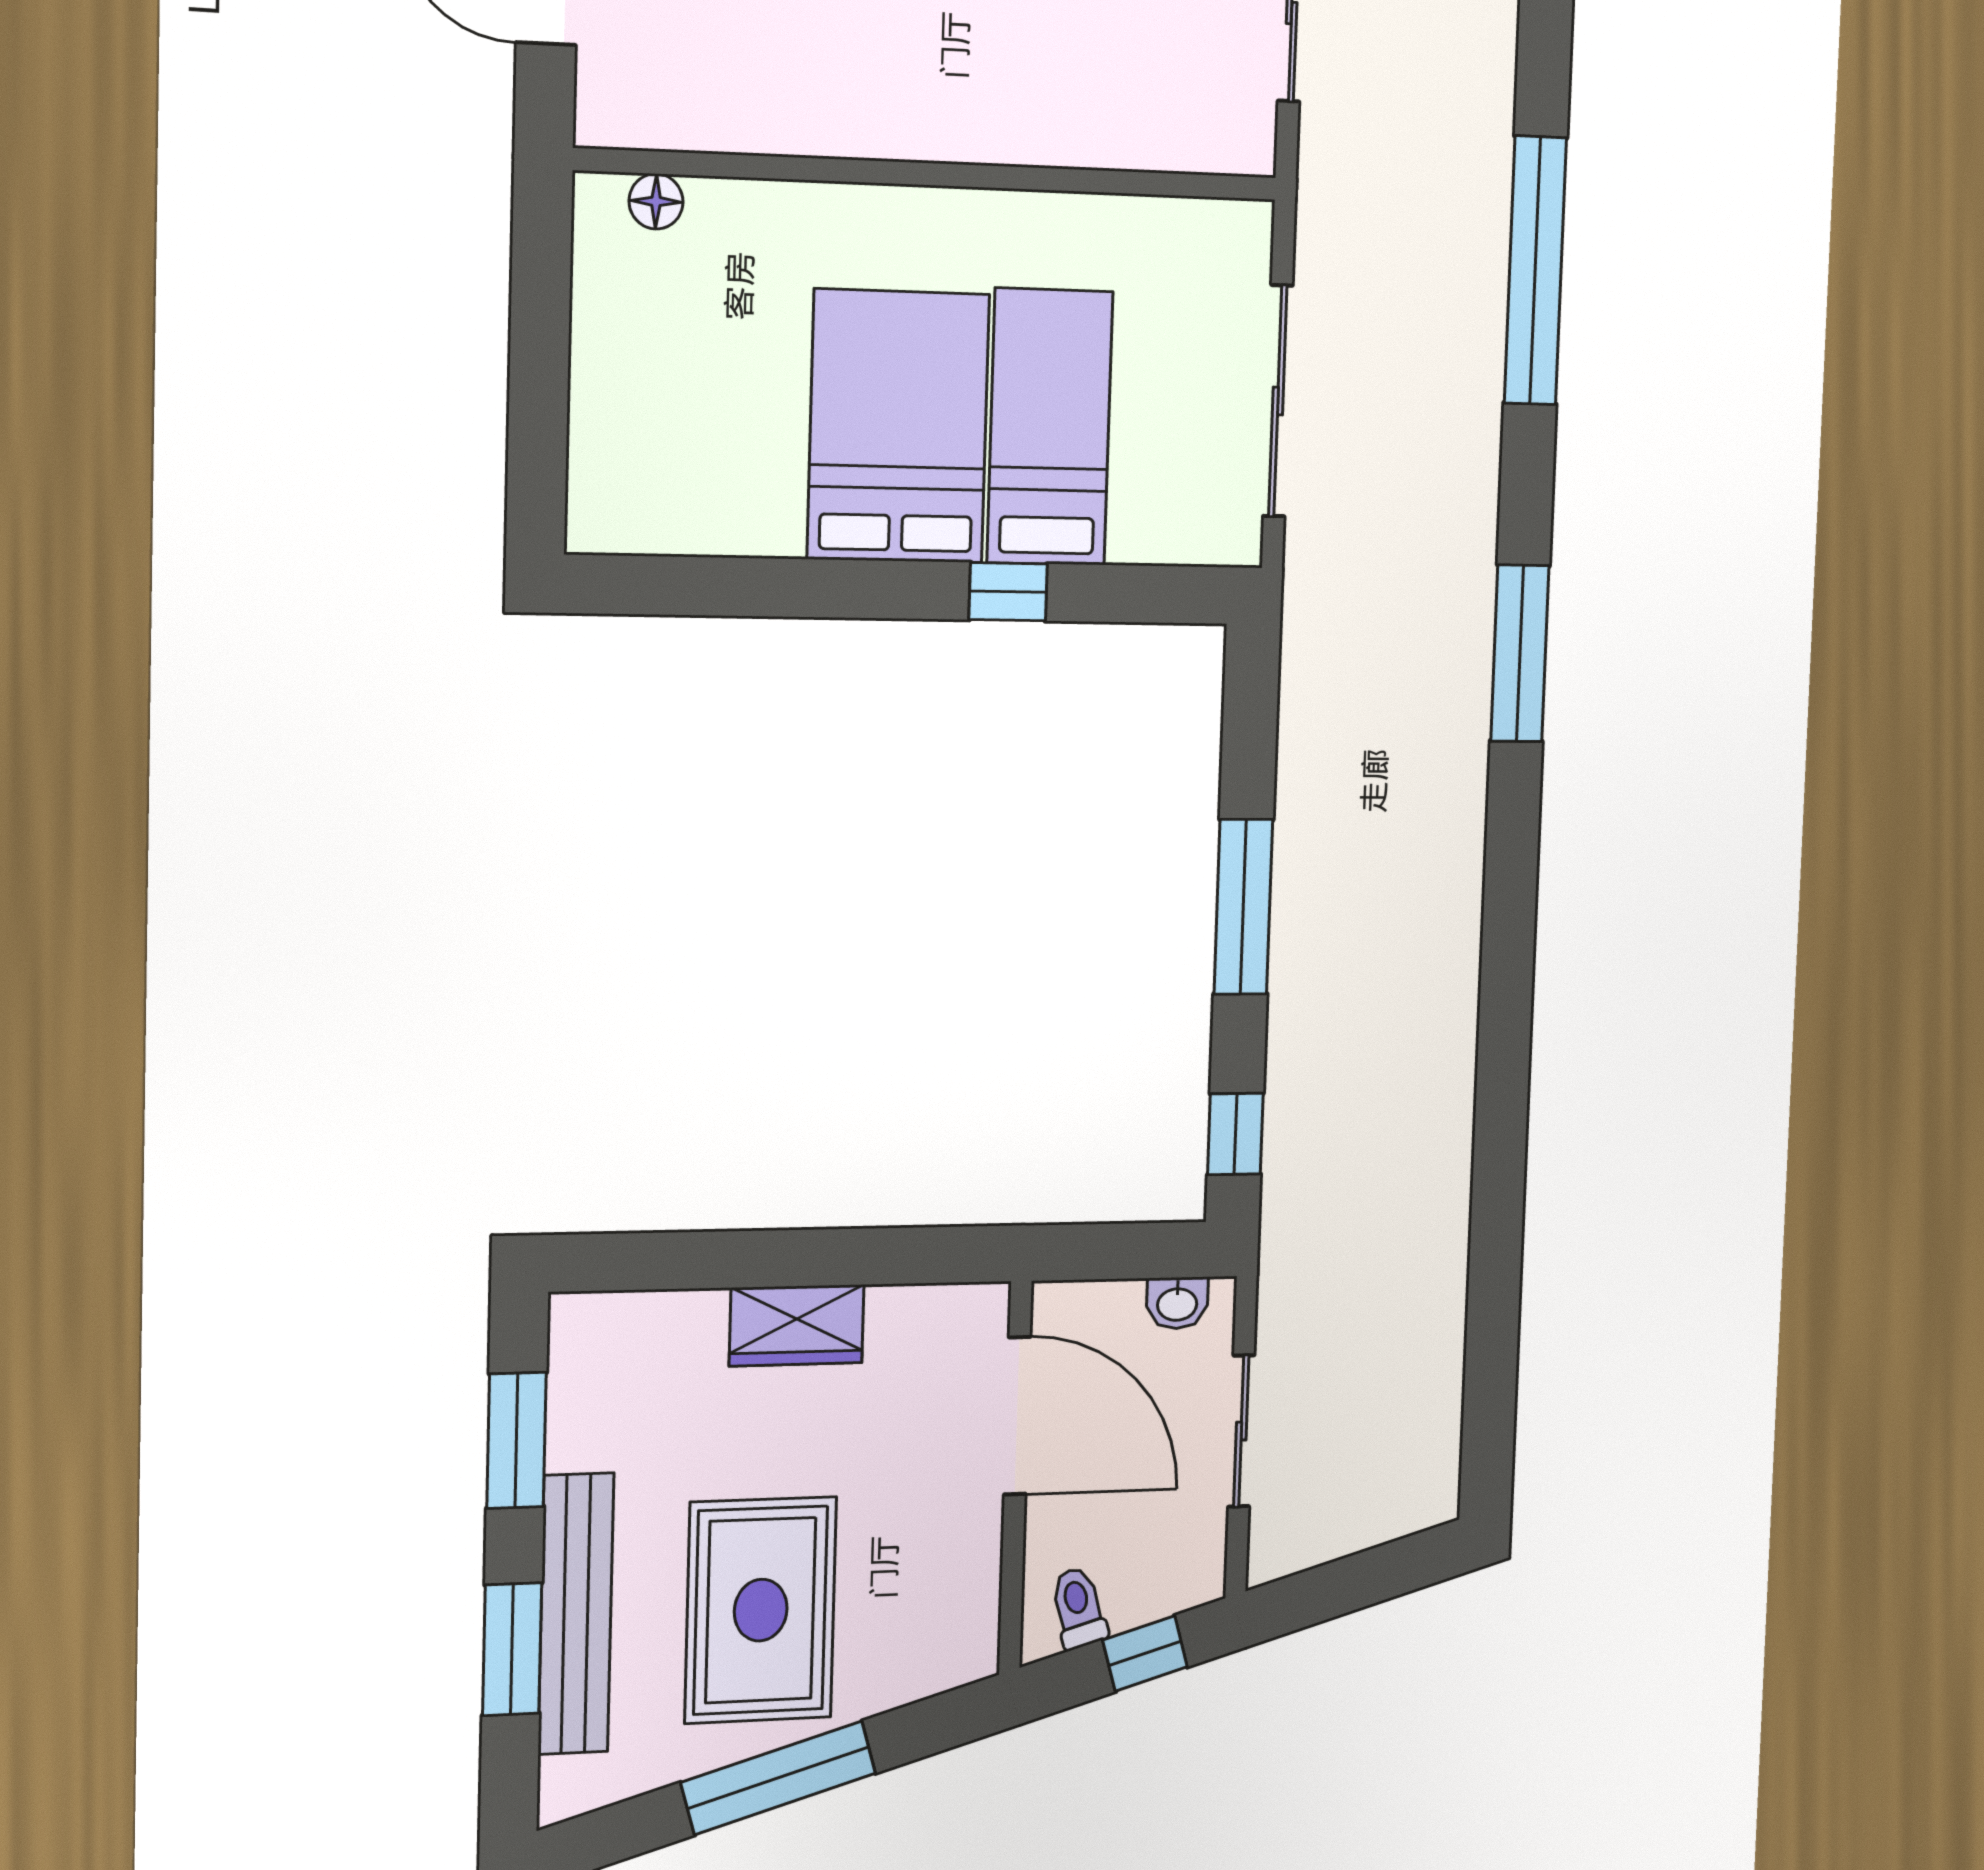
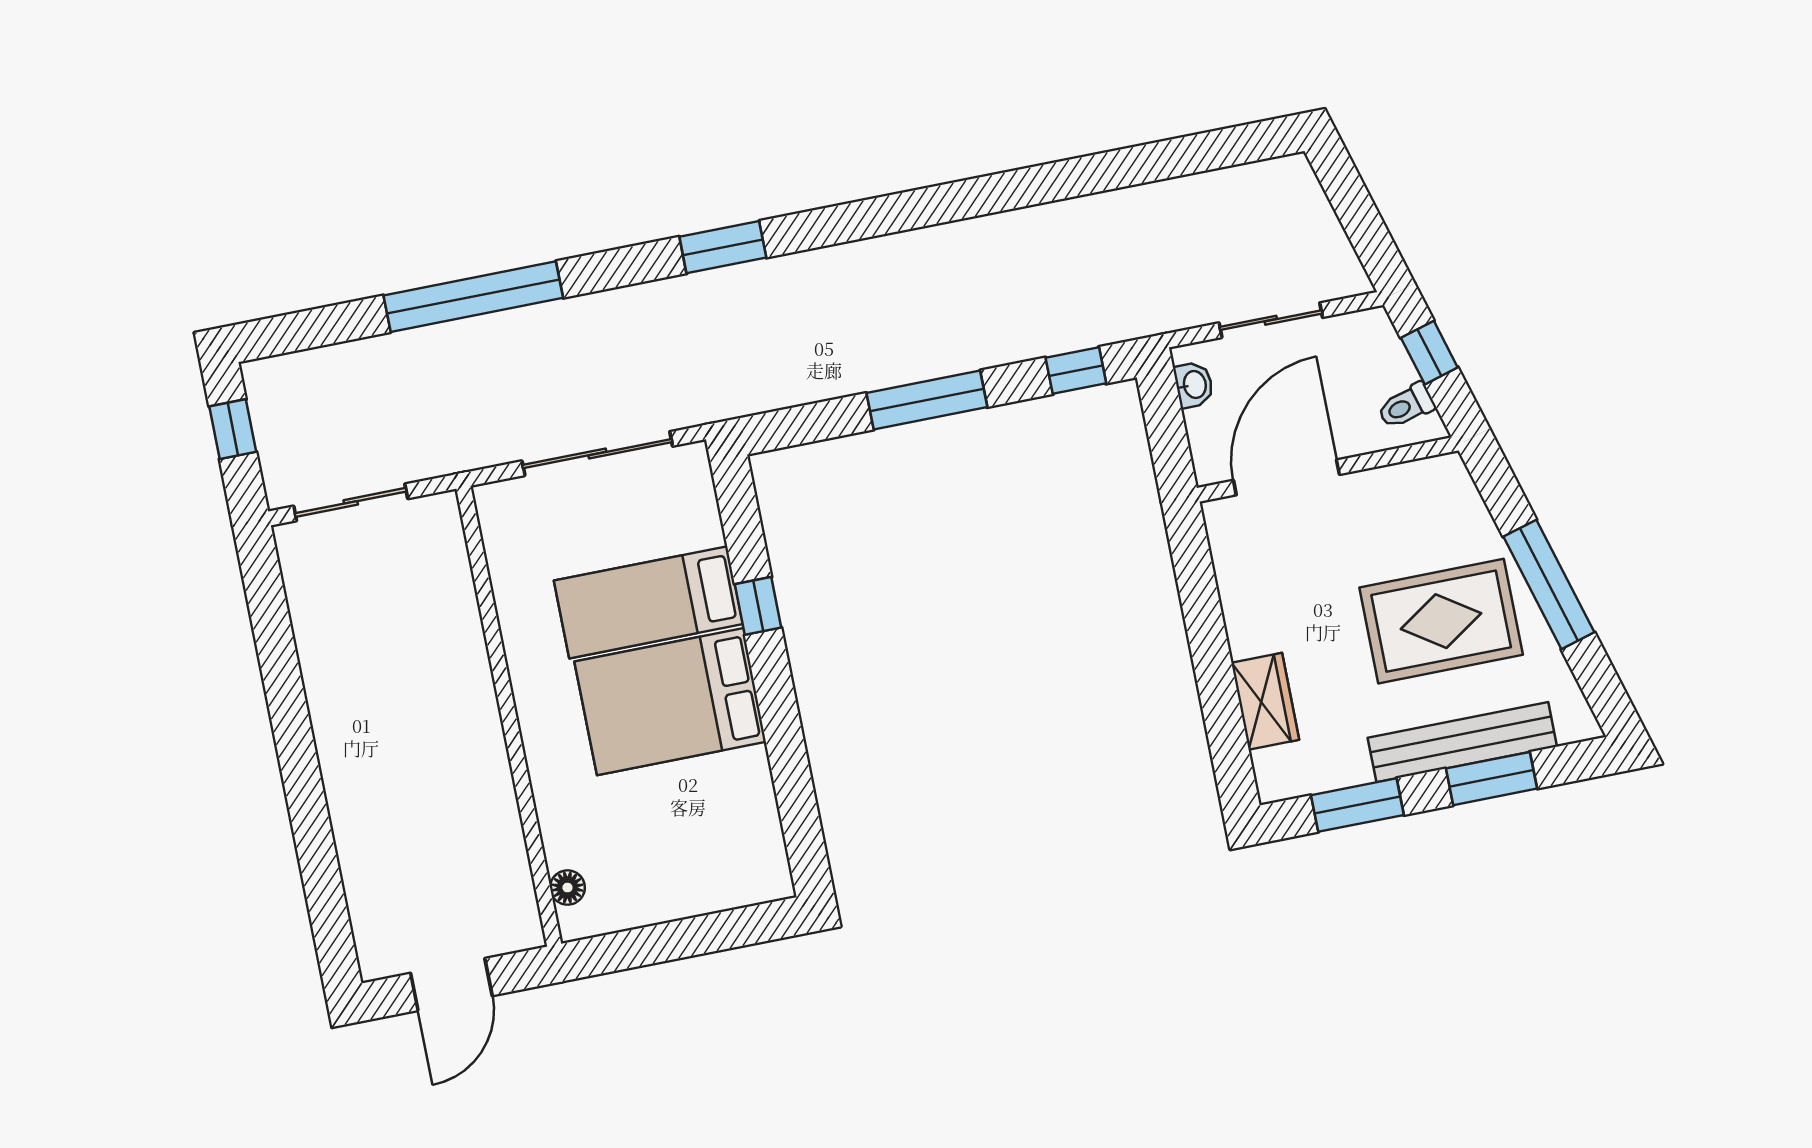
window: (1520, 653) -> (723, 247), width x0.69
wardrobe: (797, 1325) -> (1265, 701), moved

